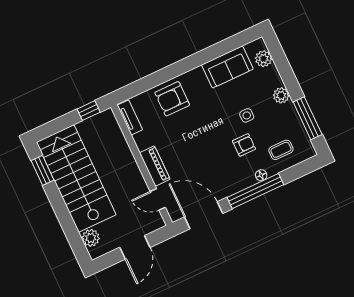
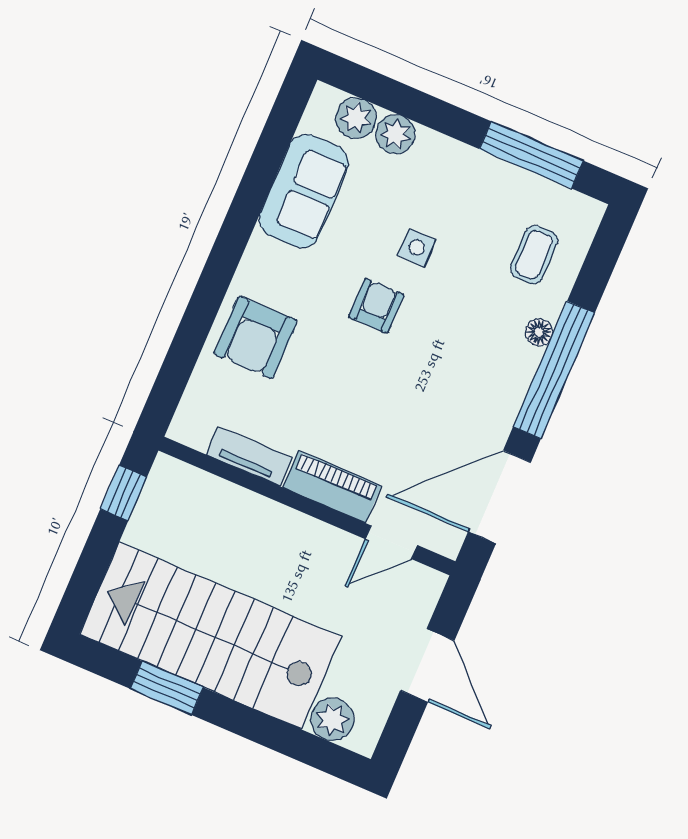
plant: (281, 95) -> (395, 134), moved
tv unit: (130, 117) -> (249, 456), moved
armchair: (244, 145) -> (376, 306), moved
window: (43, 170) -> (167, 688), moved

